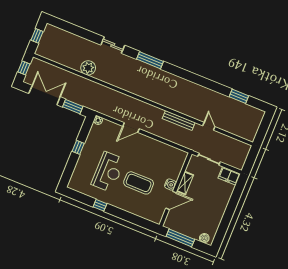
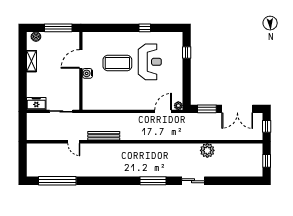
window: (239, 96) -> (57, 181), width x2.11
door: (131, 128) -> (163, 111), moved
window: (78, 147) -> (187, 53), moved
reception desk: (108, 172) -> (150, 62), turned 180
shelving: (185, 183) -> (32, 61), moved

